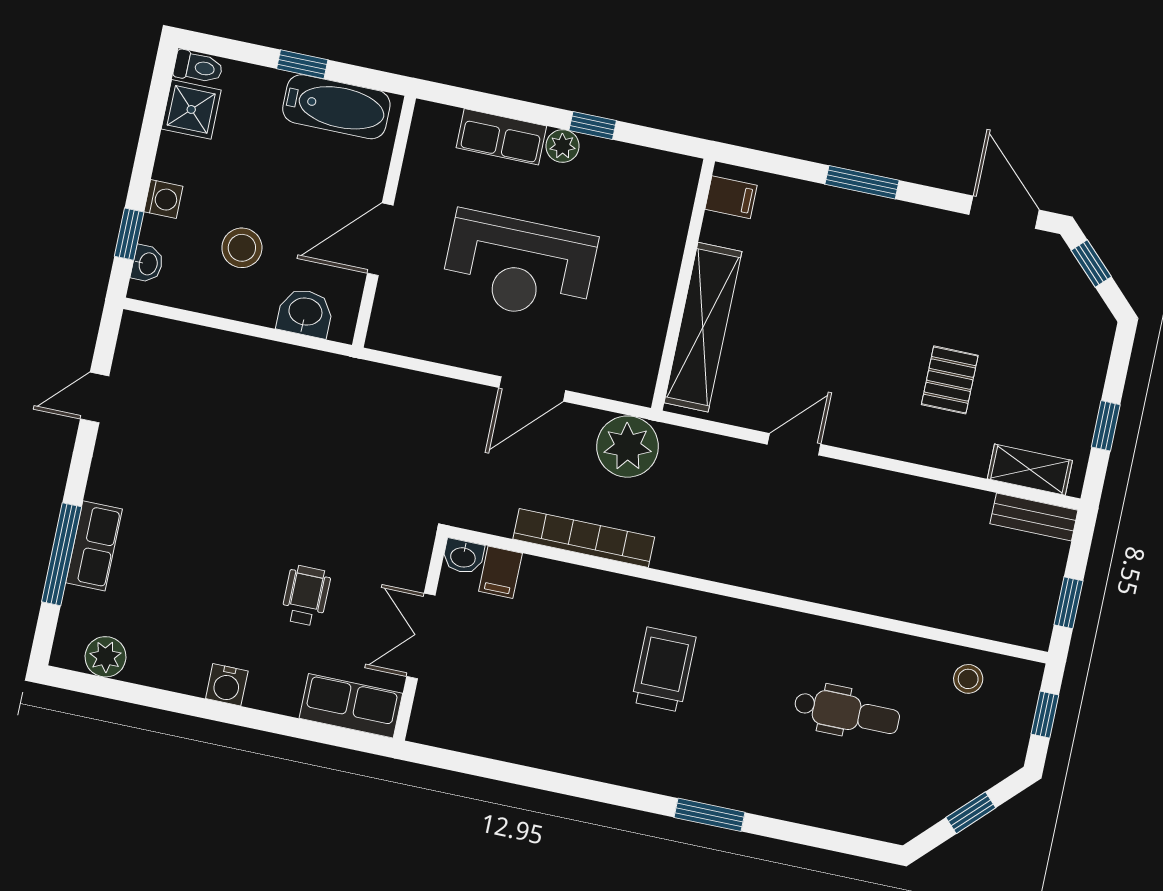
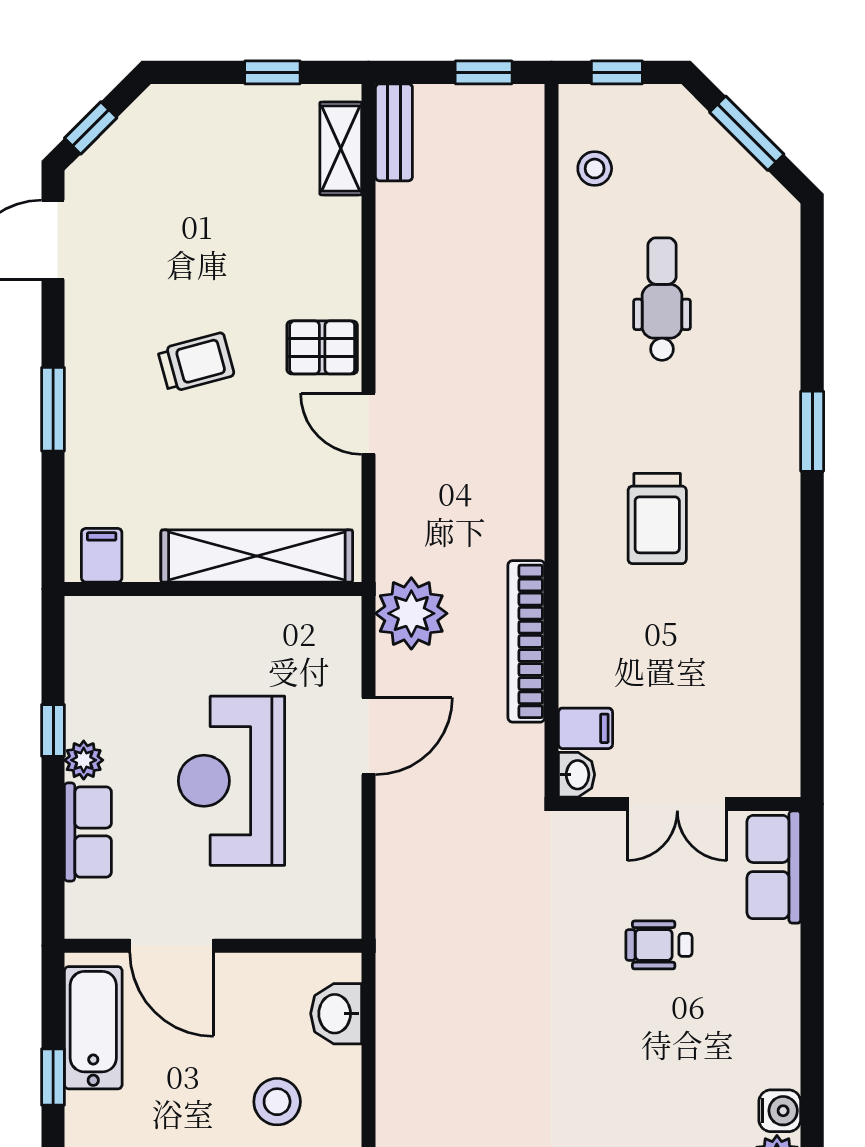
door: (380, 239) -> (172, 946), moved
reception desk: (519, 266) -> (231, 781), turned 180
trolley: (876, 310) -> (196, 362), added
pallet: (950, 380) -> (322, 347), moved
door: (532, 389) -> (369, 736), hinge flipped
trolley: (664, 669) -> (657, 519), turned -90
water cooler: (227, 685) -> (780, 1111), moved
window: (971, 813) -> (747, 133), width x1.50

